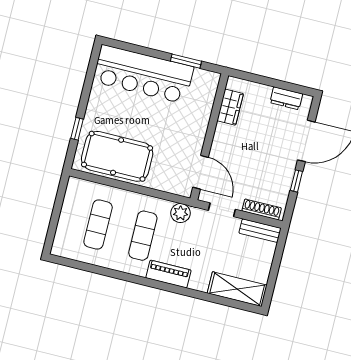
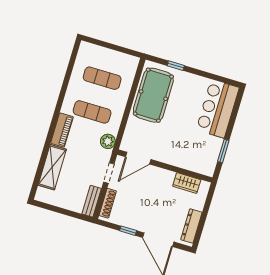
bar counter: (143, 74) -> (218, 109), width x0.73
dresser: (286, 98) -> (191, 226), width x1.44
shelving: (237, 289) -> (52, 167), moved

